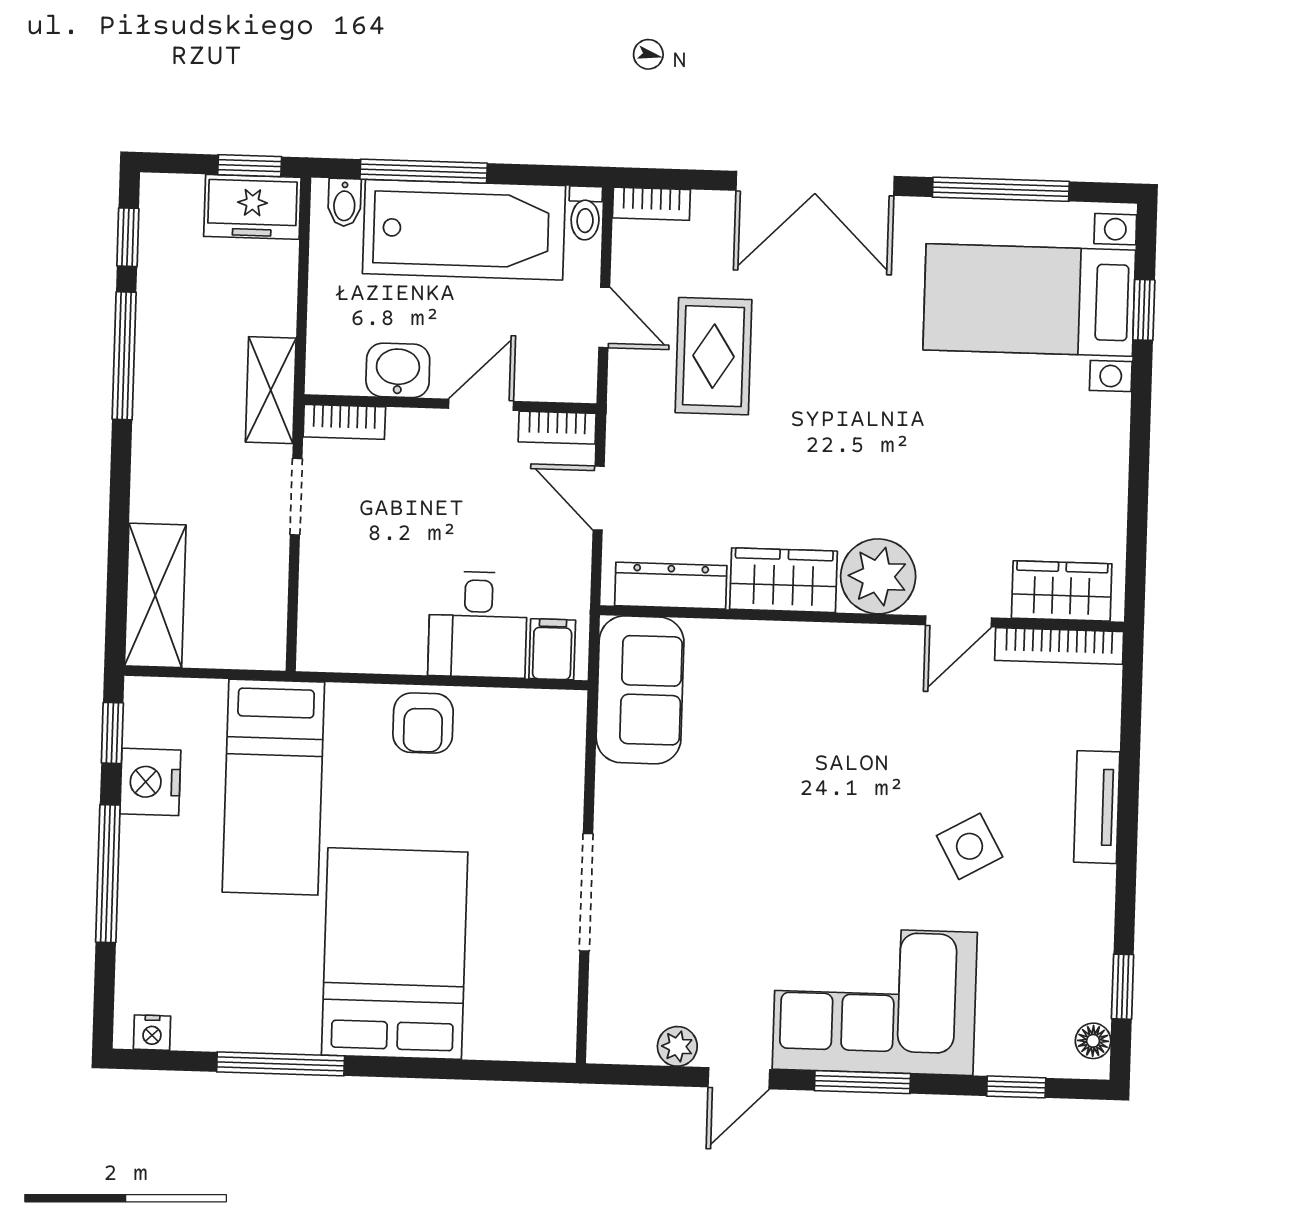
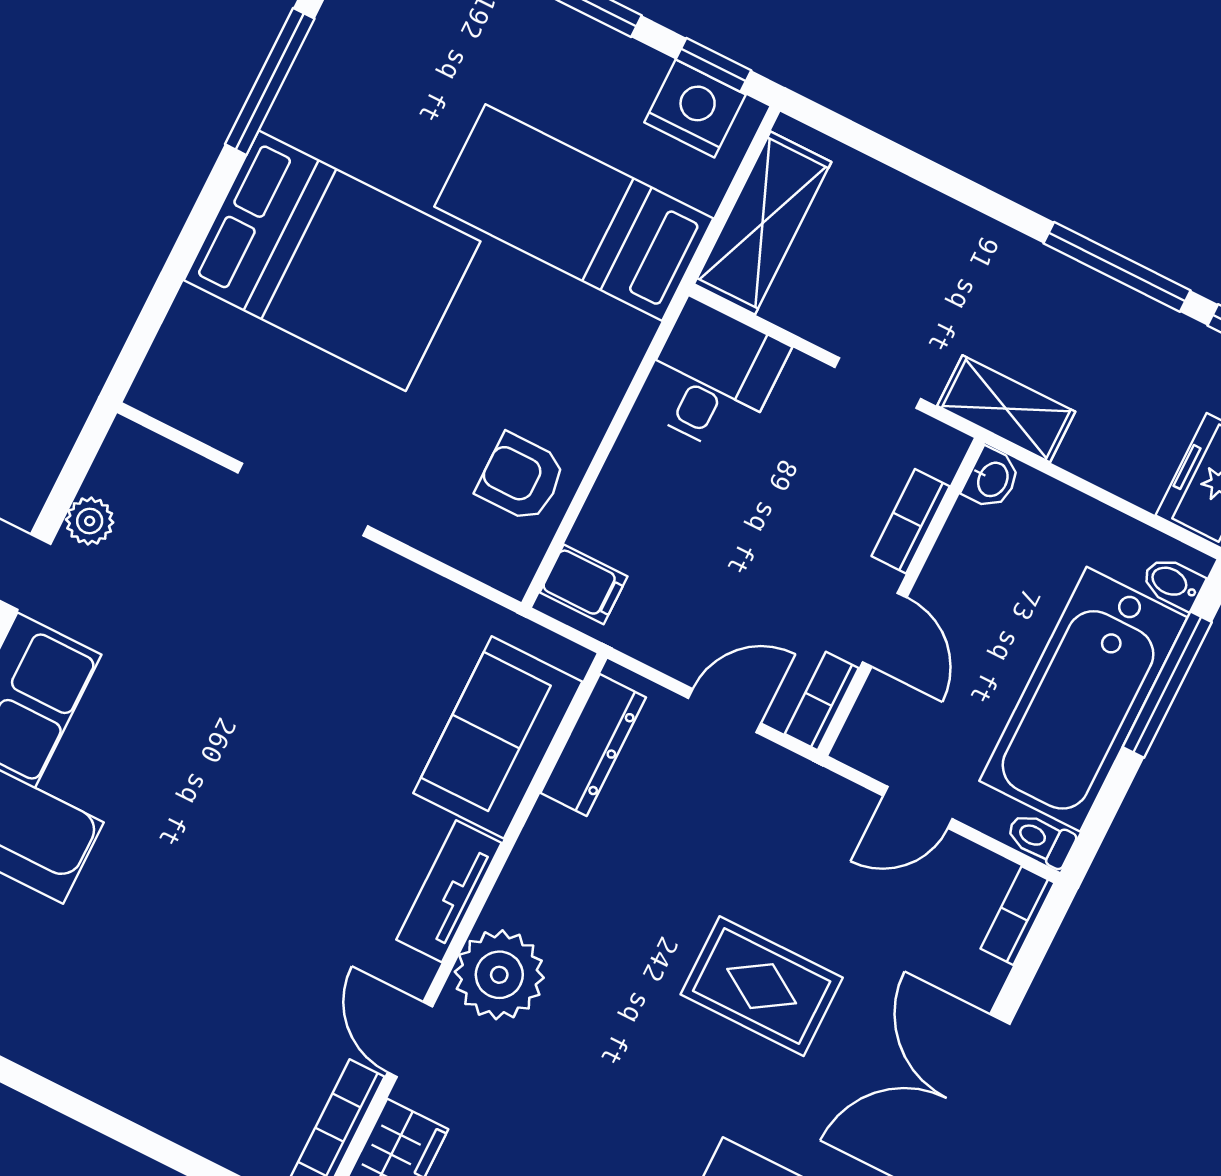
rug: (714, 356) -> (762, 986), moved
washbasin: (398, 370) -> (992, 479), moved, width x0.72, depth x0.69
bookcase: (344, 422) -> (911, 521), moved
wardrobe: (783, 580) -> (543, 870), removed
shelving: (155, 595) -> (763, 223), moved, turned 90
desk: (478, 624) -> (712, 377), moved, turned 90
sofa: (640, 690) -> (498, 737), moved, turned 90
armchair: (423, 723) -> (521, 478), moved
nightstand: (150, 782) -> (695, 108), moved
tv unit: (1097, 807) -> (449, 891), moved, turned -90
side table: (970, 846) -> (160, 939), removed

